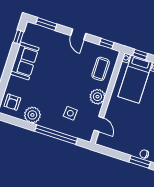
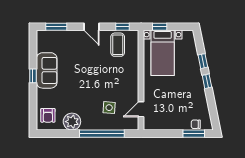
window: (19, 37) -> (33, 76), moved
coffee table: (101, 69) -> (118, 45), moved
plant: (97, 97) -> (131, 82), removed
door: (99, 124) -> (141, 109), swing flipped

